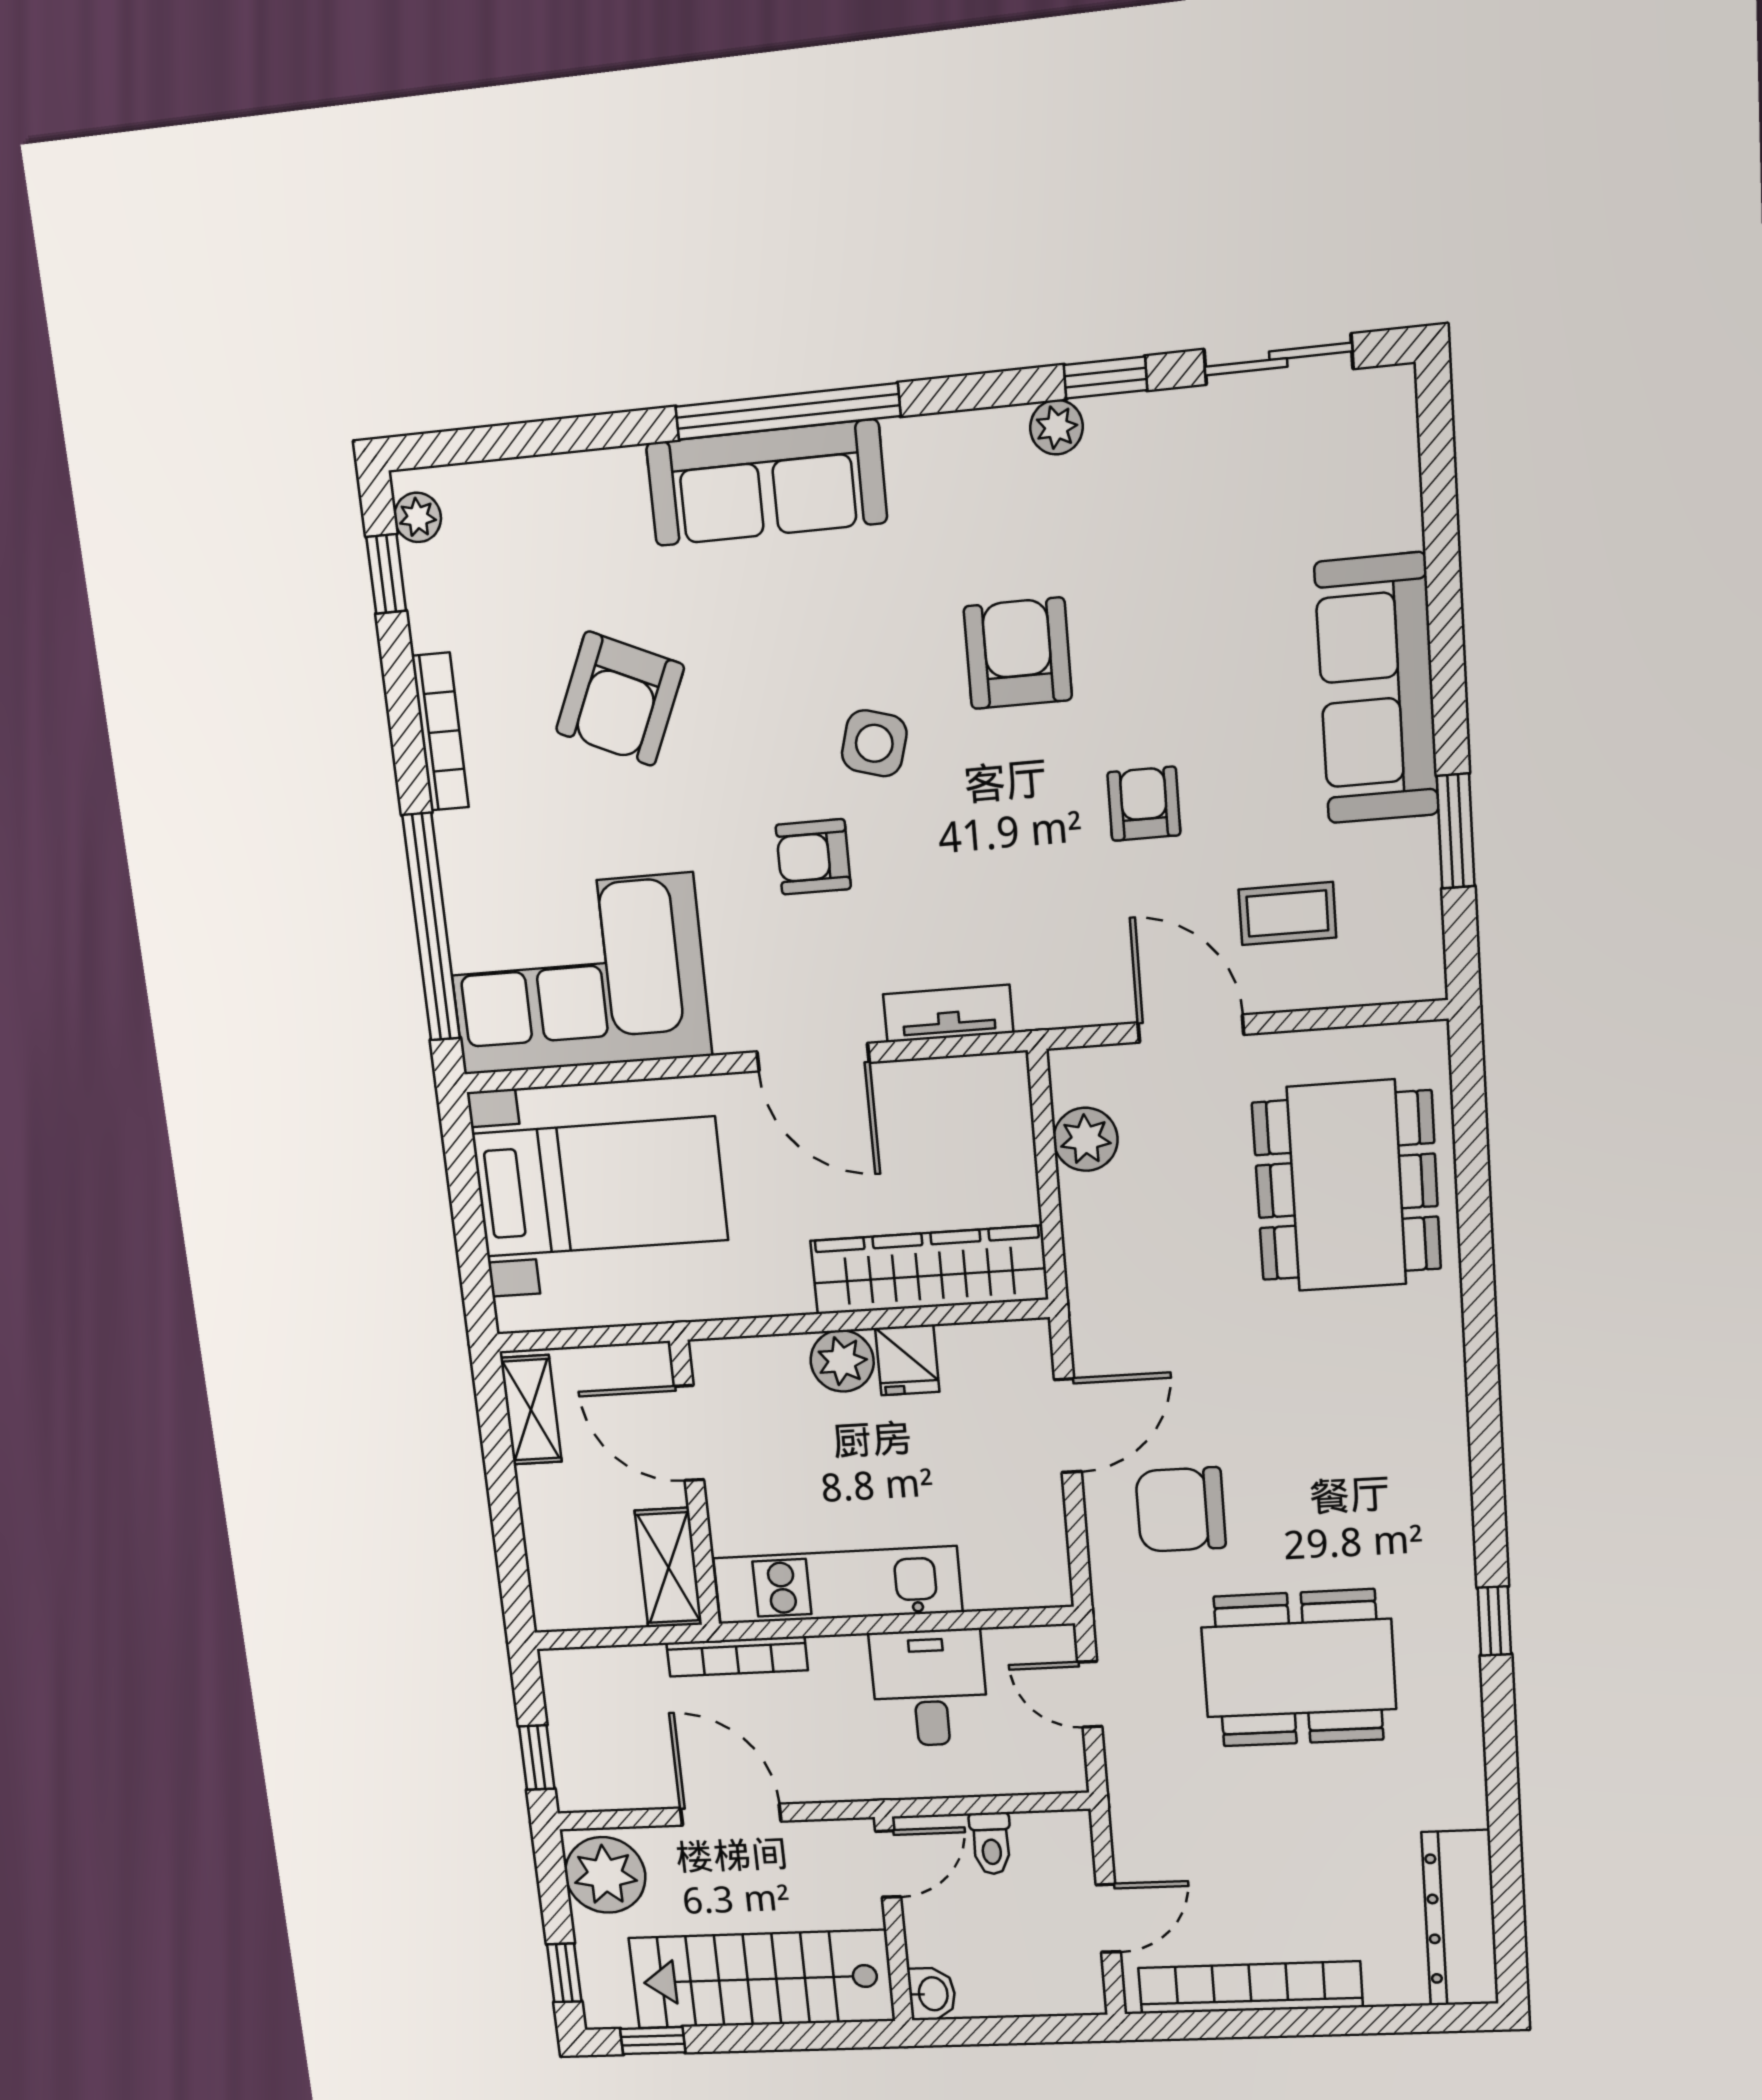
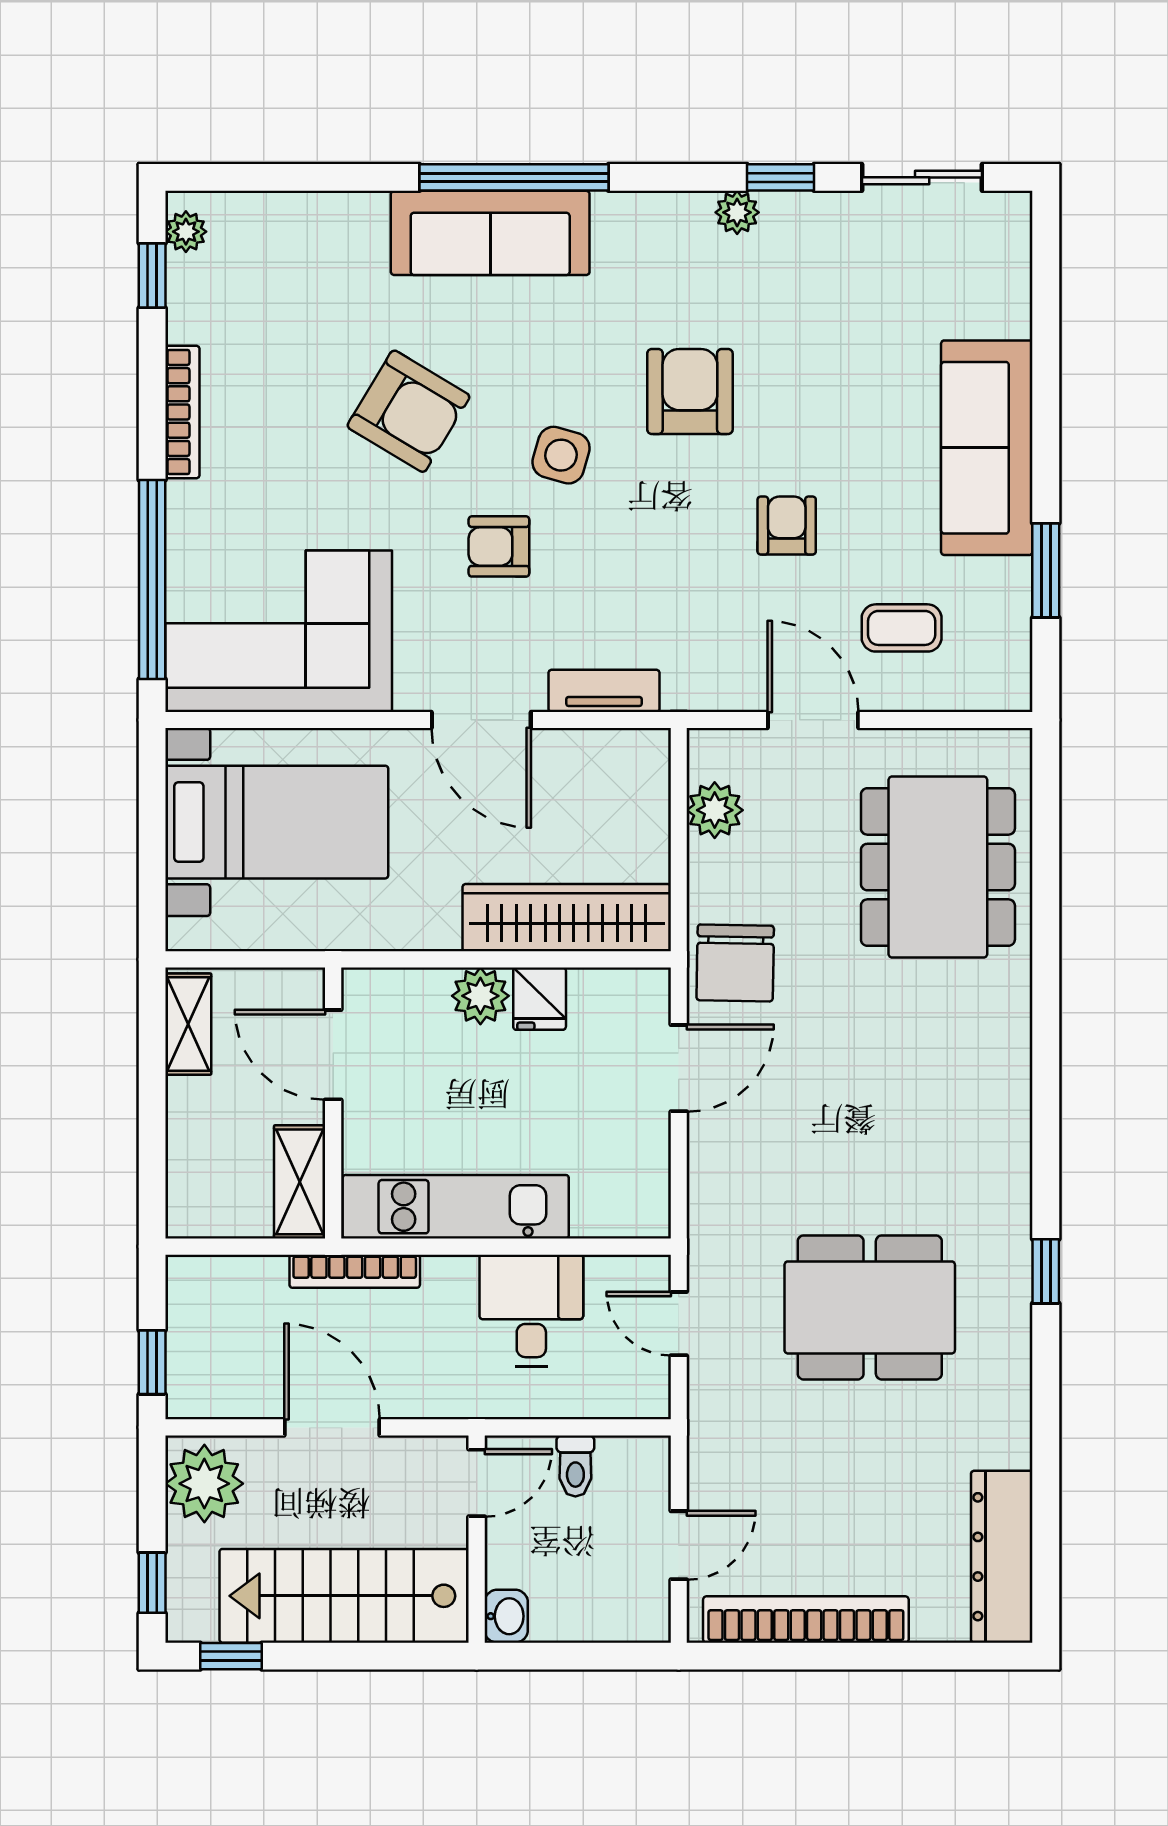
armchair: (620, 699) -> (409, 411), moved, turned -83
chair: (1181, 1510) -> (735, 963), moved, turned -89

